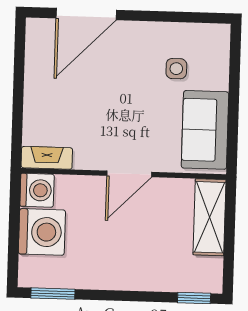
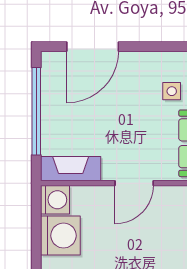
window: (18, 87) -> (36, 111), added
fireplace: (47, 158) -> (71, 169), width x1.37, depth x1.32

